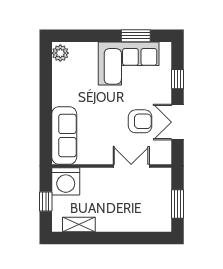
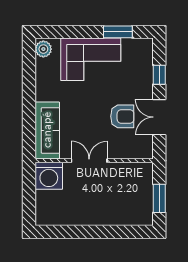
corner sofa: (129, 64) -> (91, 59), moved
double door: (131, 166) -> (89, 161), moved
window: (46, 201) -> (29, 196), removed
shelving: (79, 224) -> (62, 218), removed

